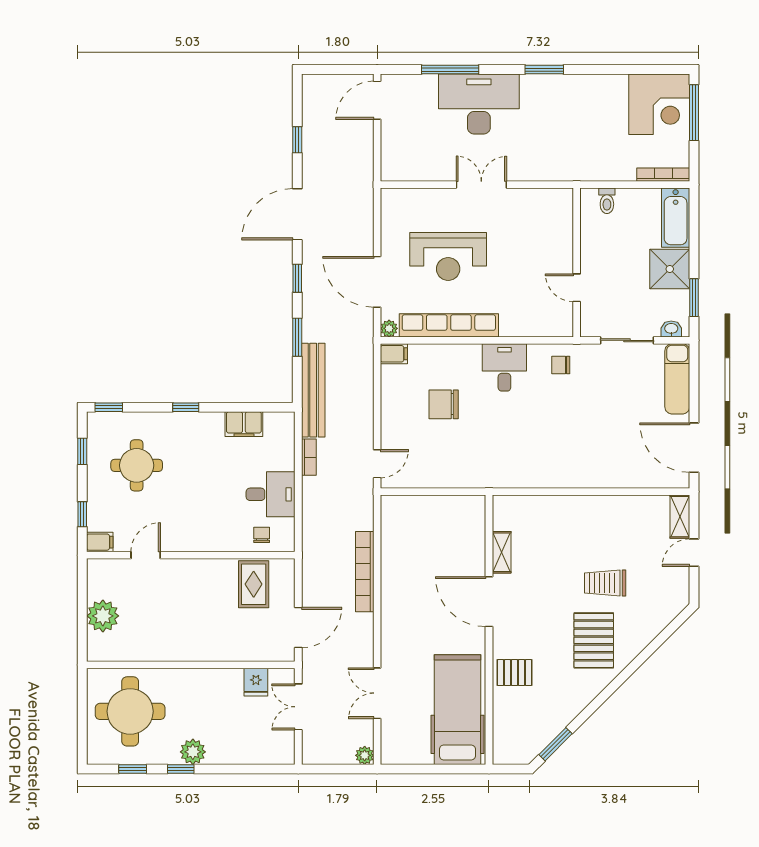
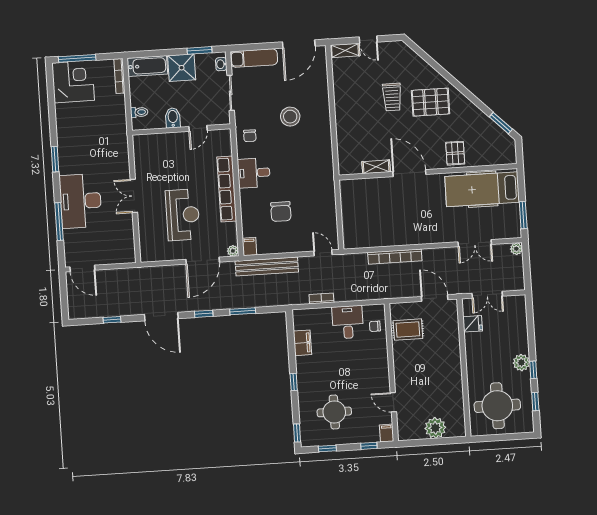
bidet: (595, 251) -> (173, 118), added
row of seats: (449, 325) -> (227, 189), moved
bench: (313, 390) -> (267, 266), moved
stool: (586, 428) -> (290, 117), added
door: (489, 602) -> (409, 173), swing flipped
window: (415, 769) -> (523, 215), added

